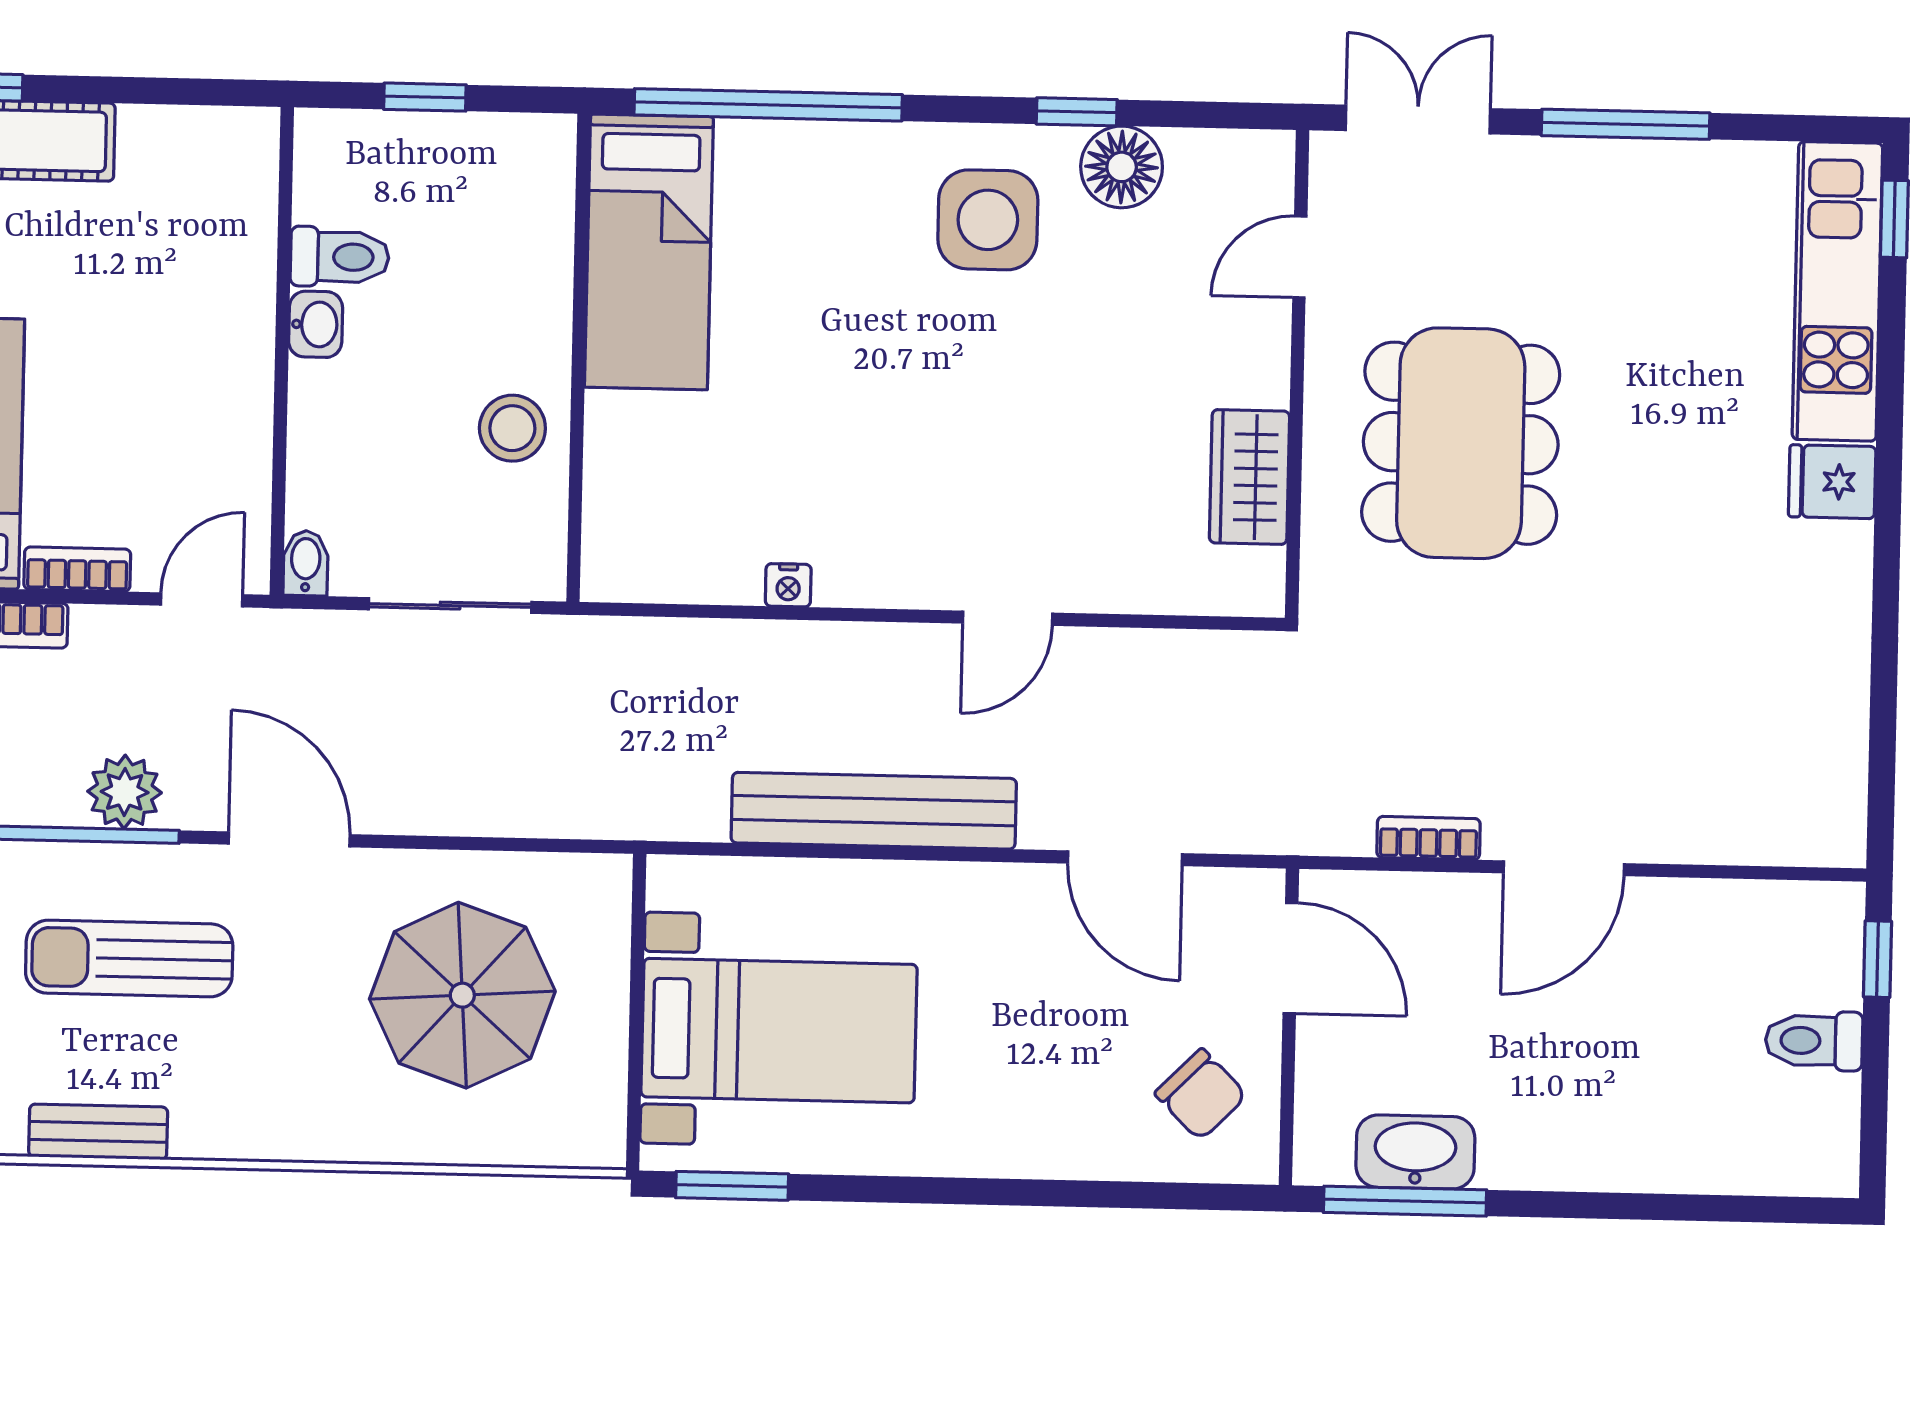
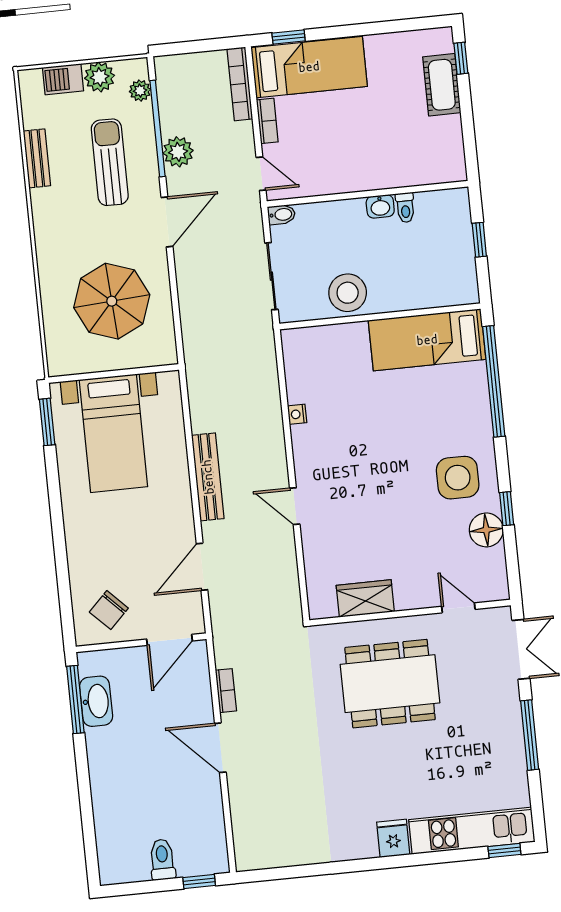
toilet: (340, 257) -> (405, 208), width x0.73, depth x0.72
stool: (512, 428) -> (348, 293), width x1.38, depth x1.38
bench: (874, 811) -> (208, 477), width x0.73, depth x0.82

